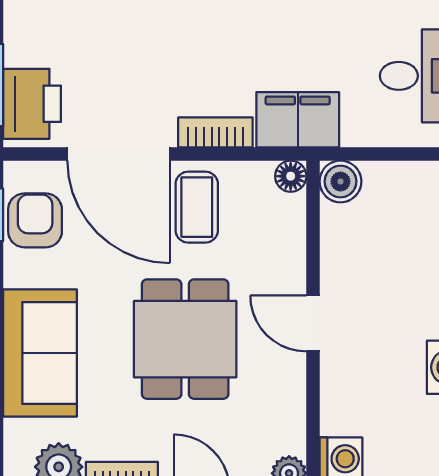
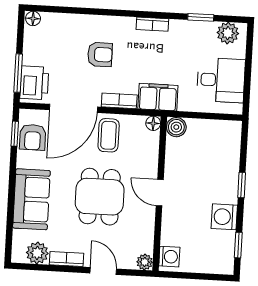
armchair: (169, 36) -> (100, 54), added
door: (119, 154) -> (73, 108), hinge flipped
armchair: (35, 220) -> (33, 137), turned 180

